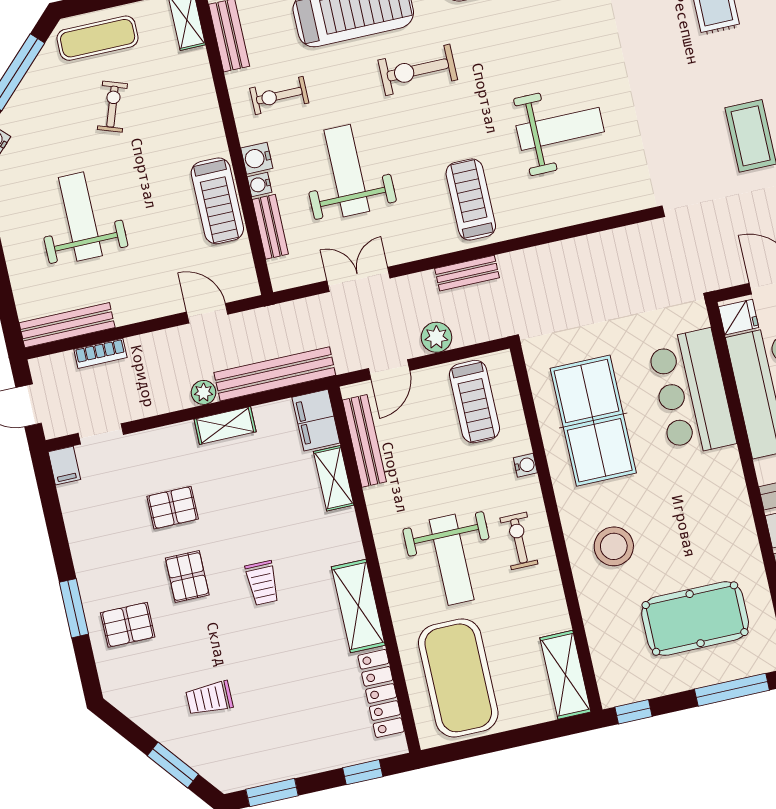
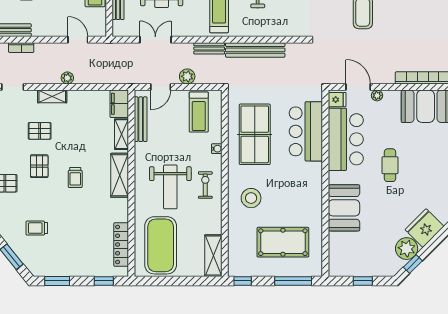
bench: (275, 374) -> (255, 50), moved
shelving: (225, 425) -> (52, 96), moved
shelving: (358, 606) -> (120, 175), moved

